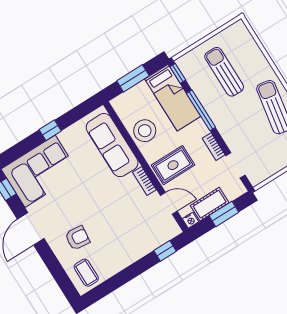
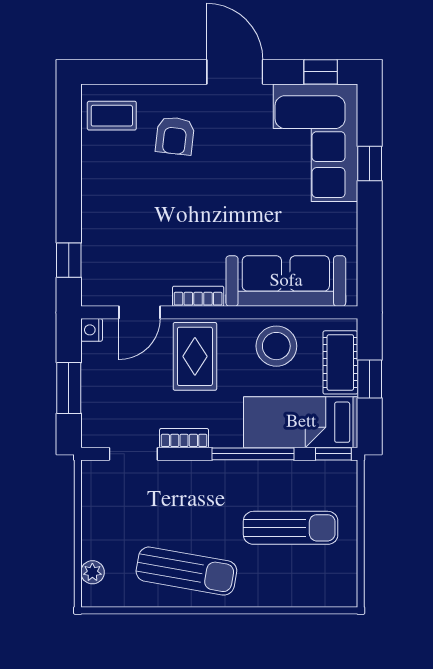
window: (133, 78) -> (370, 379), width x0.67
window: (50, 130) -> (370, 163), moved
cot: (210, 204) -> (340, 362), moved

